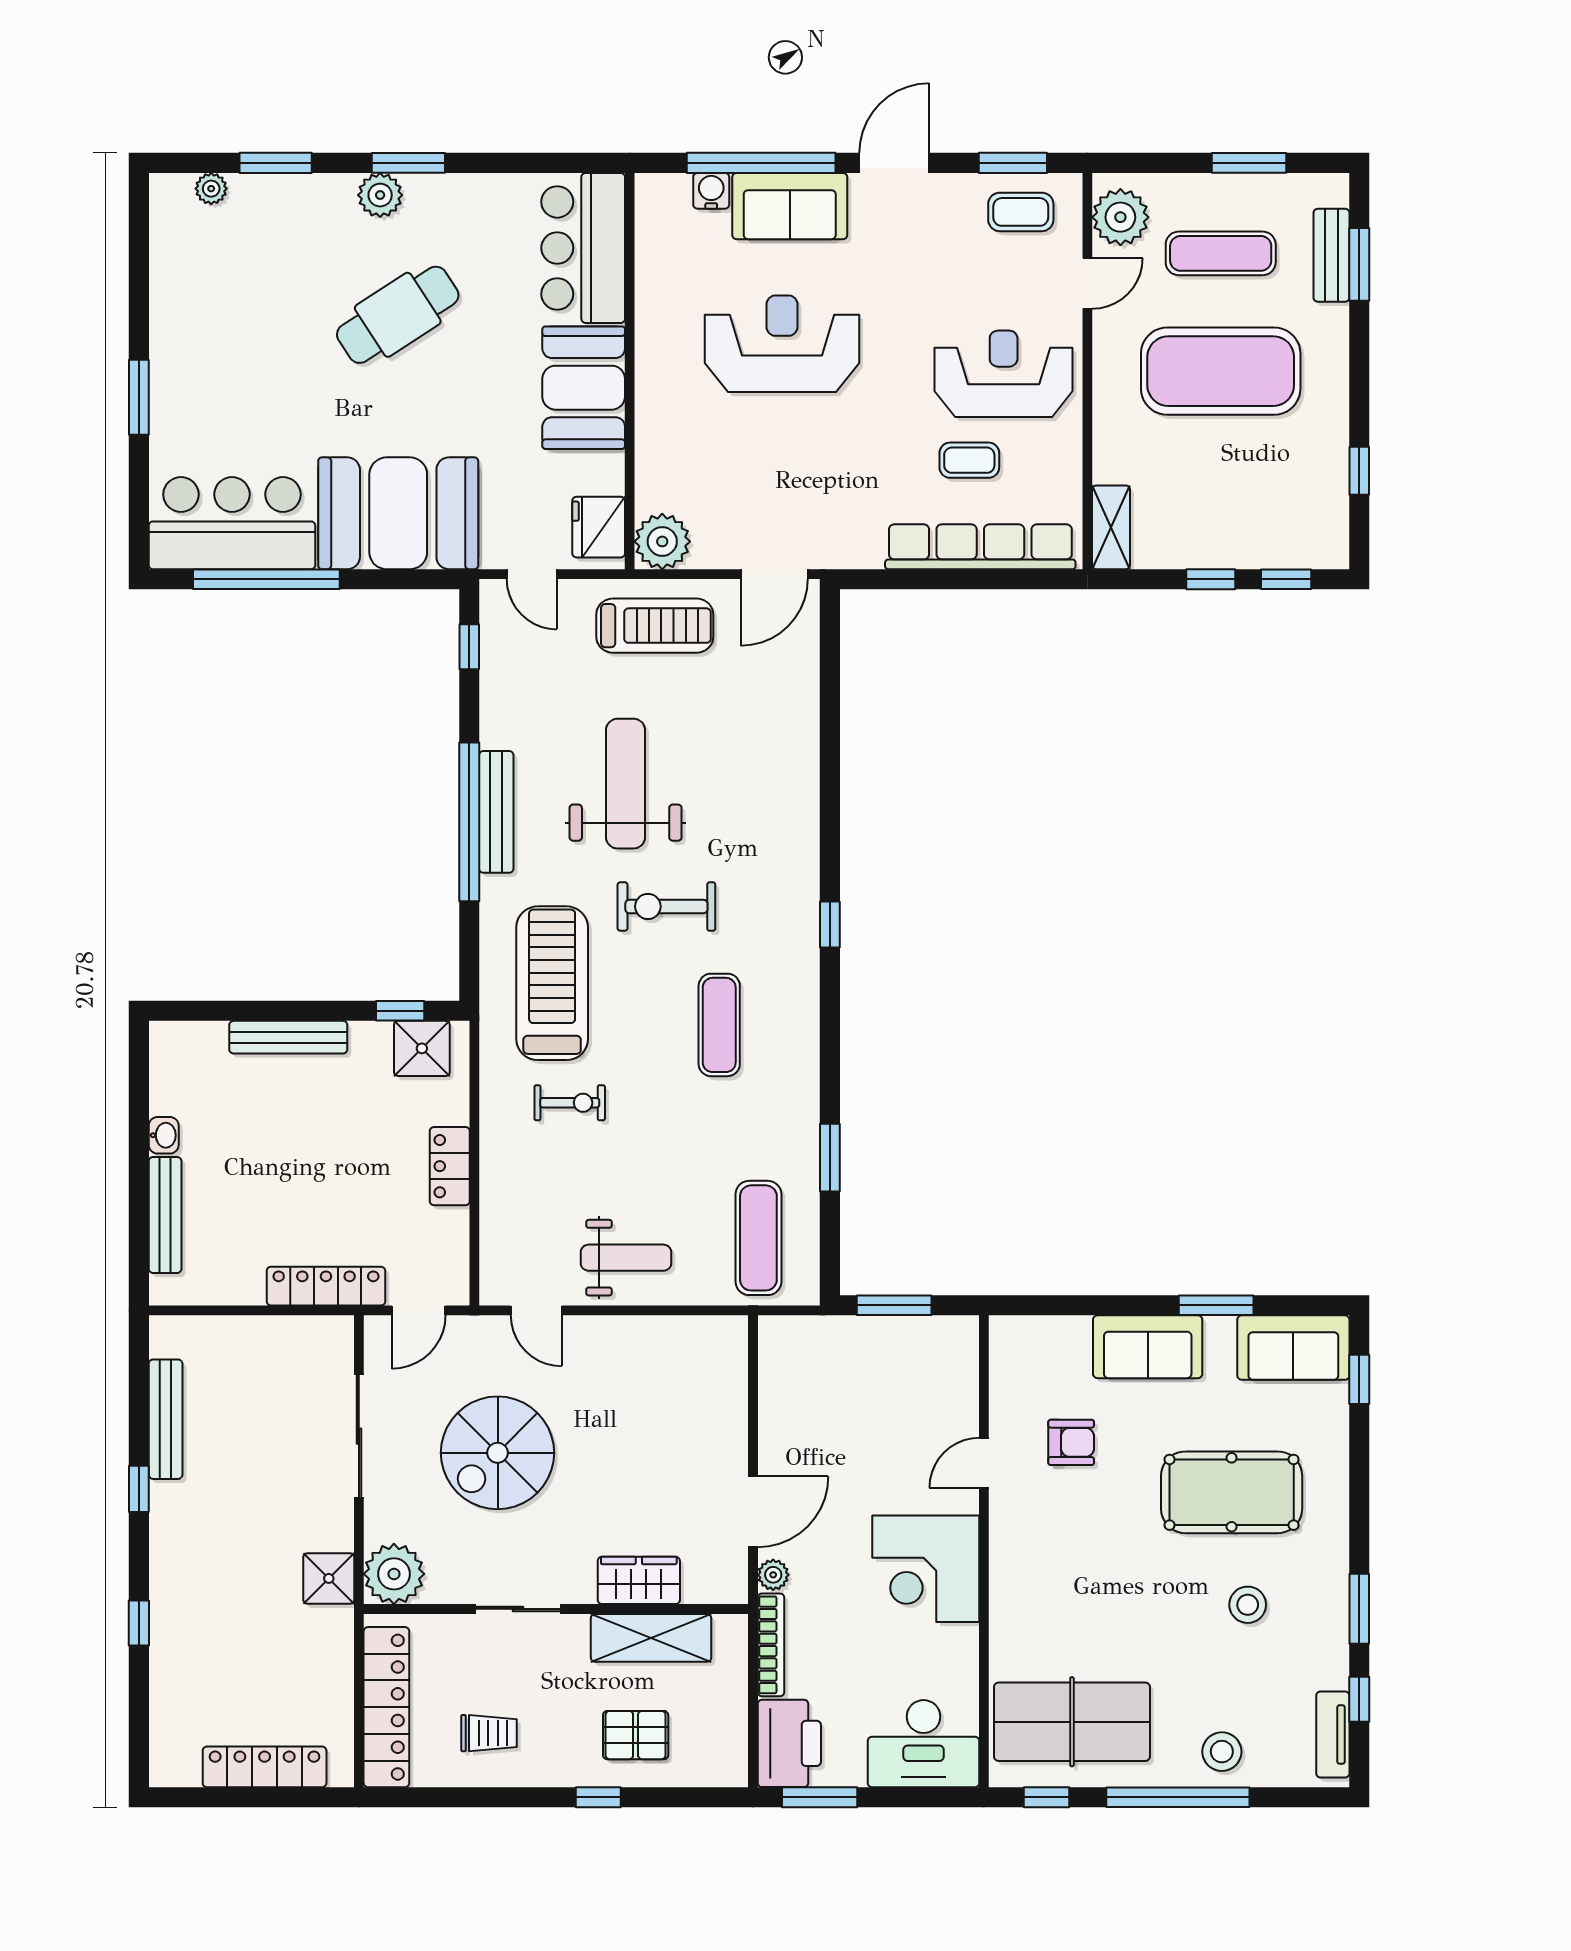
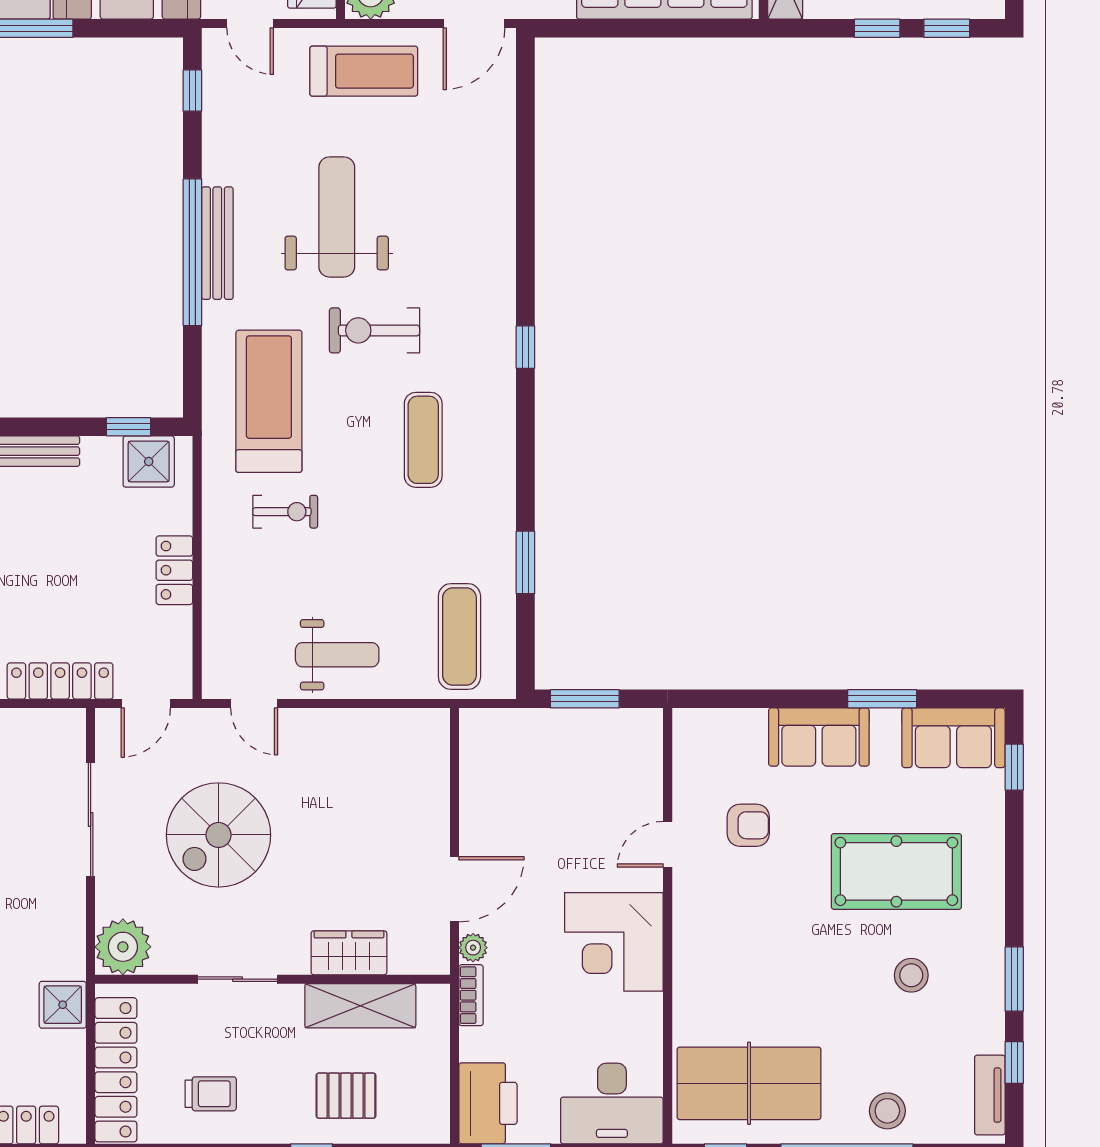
shower: (329, 1578) -> (63, 1005), moved
bookcase: (771, 1645) -> (471, 995), width x0.64

